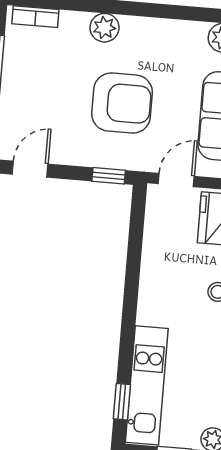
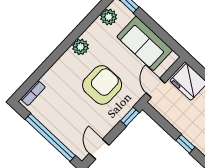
plant: (104, 28) -> (80, 47), moved
window: (132, 282) -> (185, 144), added

